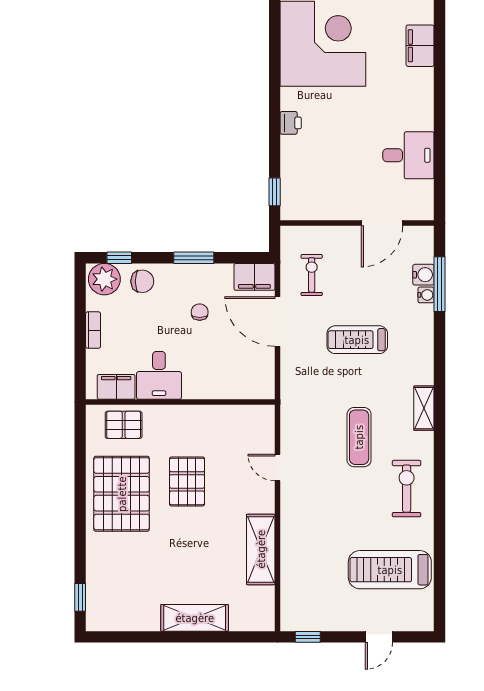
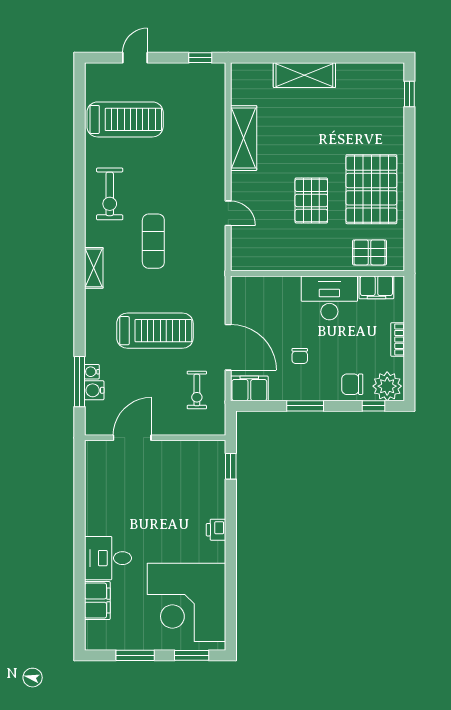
desk: (408, 155) -> (108, 558), moved
treadmill: (357, 340) -> (155, 331), width x1.37, depth x1.38
desk: (159, 375) -> (329, 298), width x1.37

